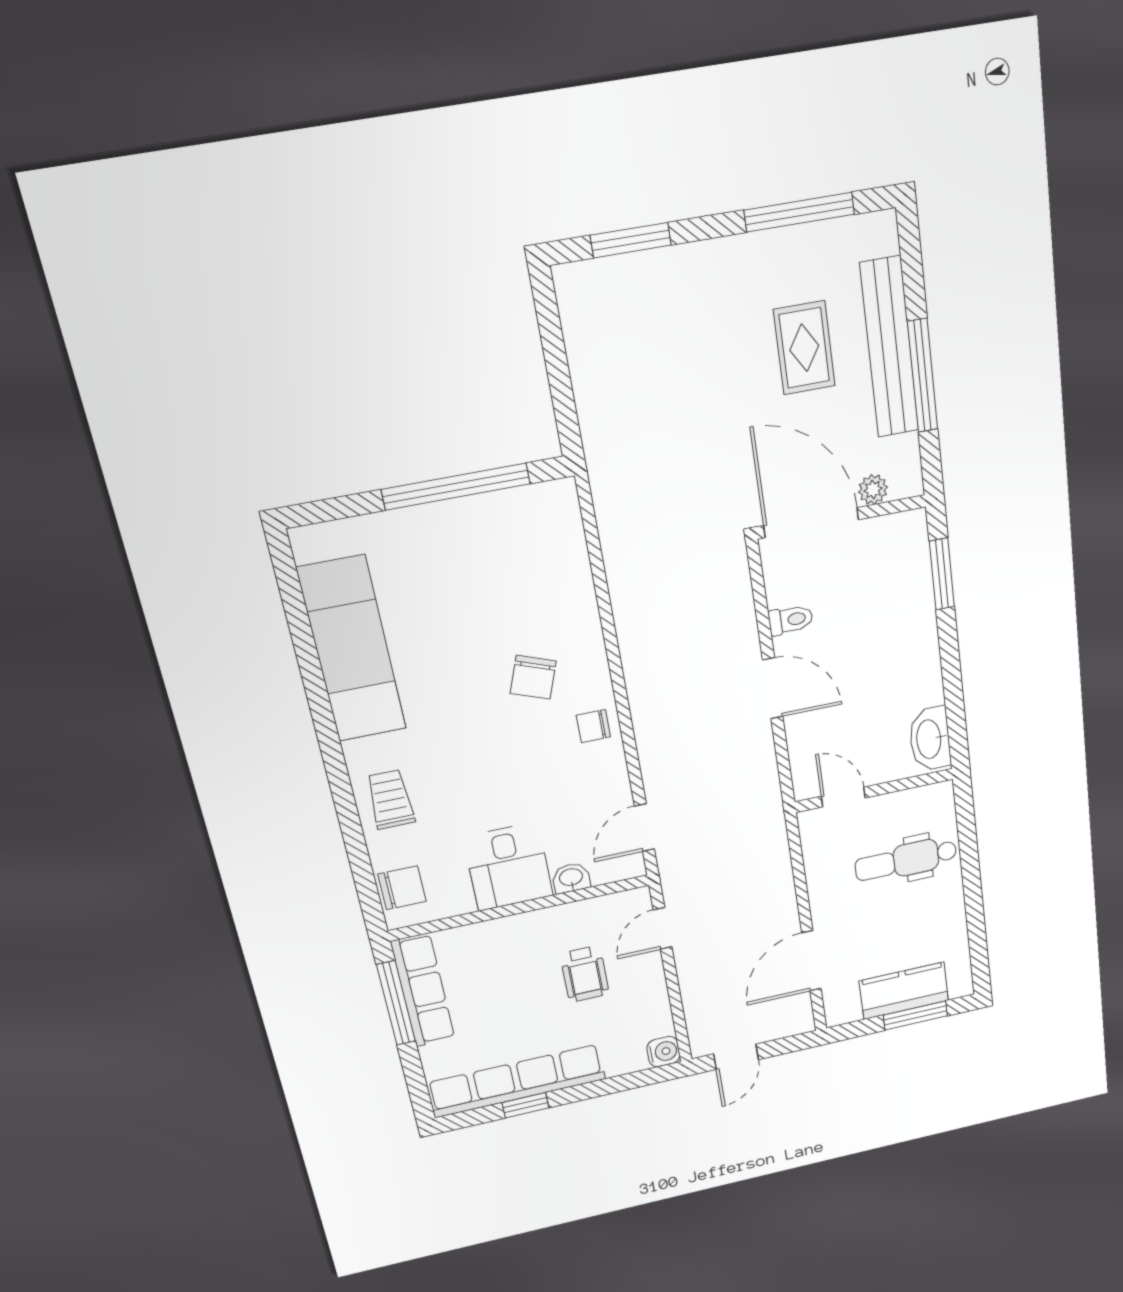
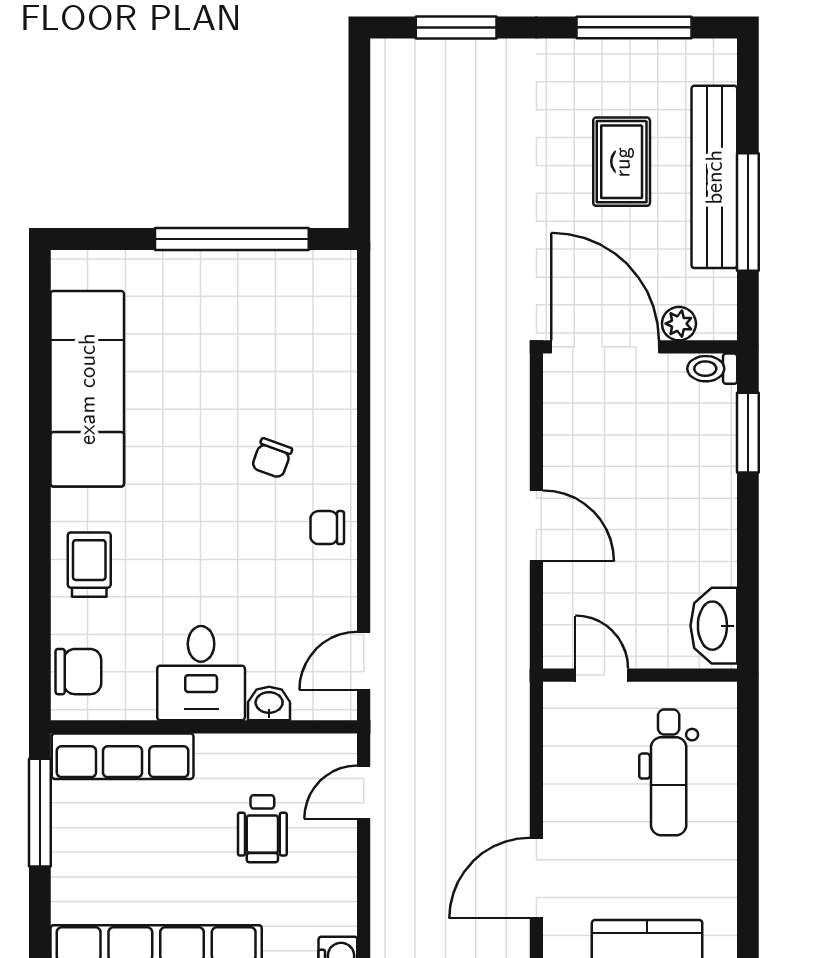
toilet: (791, 620) -> (712, 369), moved, turned 180
chair: (533, 677) -> (272, 458), width x0.73, depth x0.73
dental chair: (906, 860) -> (669, 772), turned -90
row of seats: (423, 990) -> (123, 756), moved, turned 90

